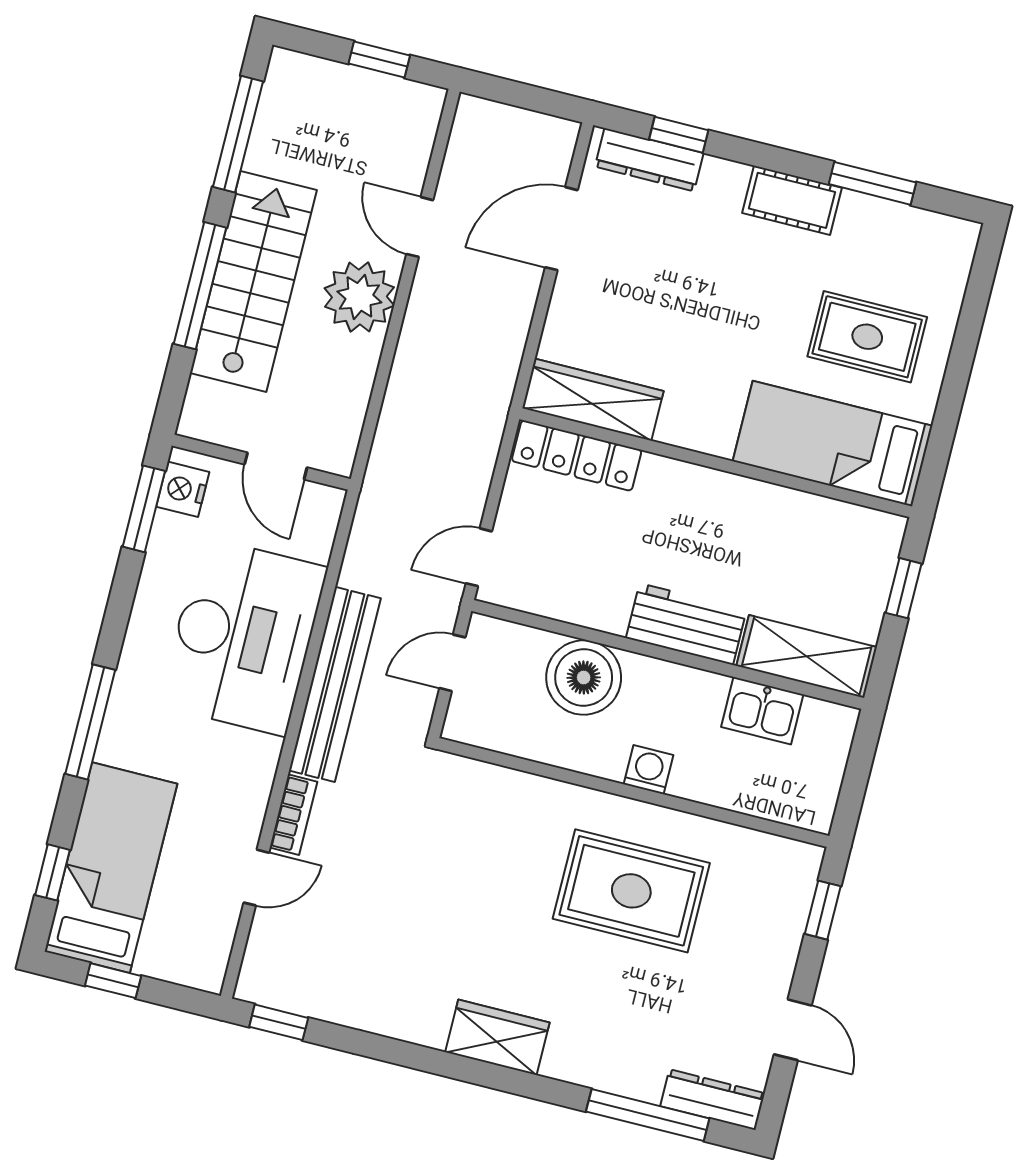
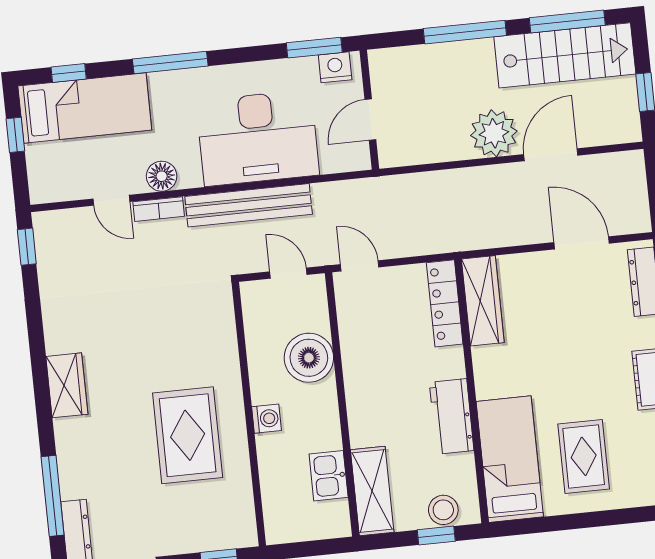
door: (420, 227) -> (551, 155), width x1.38
stairs: (253, 282) -> (565, 55), moved
stool: (871, 565) -> (443, 510), added
workbench: (686, 624) -> (452, 416), moved, turned 180
floor lamp: (248, 793) -> (162, 176), added

